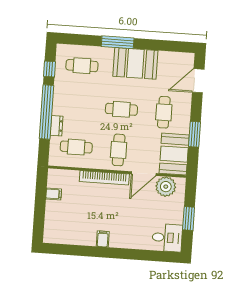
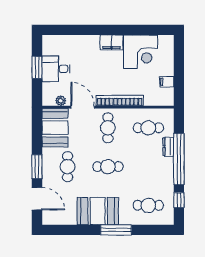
door: (198, 81) -> (37, 199), hinge flipped
window: (194, 134) -> (37, 167), moved
door: (144, 174) -> (83, 107), hinge flipped
plant: (166, 187) -> (61, 101), width x0.53, depth x0.53
corner desk: (79, 227) -> (141, 52), added
desk: (167, 238) -> (56, 69), moved
filing cabinet: (103, 239) -> (111, 42), width x2.00

